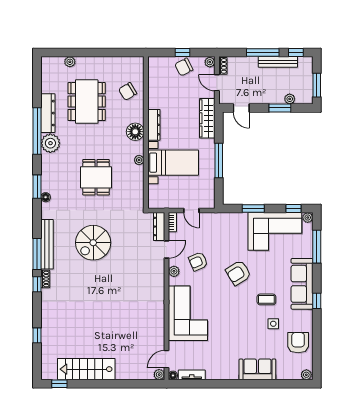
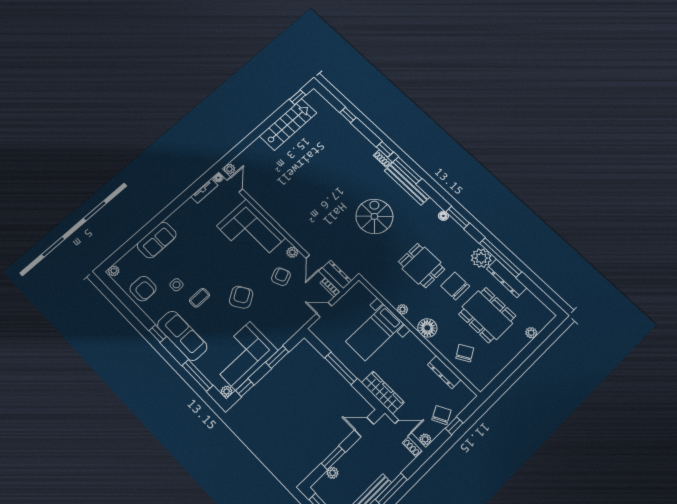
dresser: (154, 125) -> (444, 372), moved
chair: (88, 142) -> (455, 286), added

